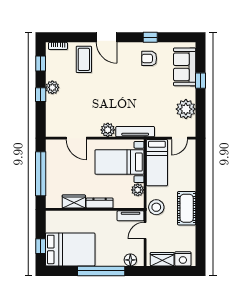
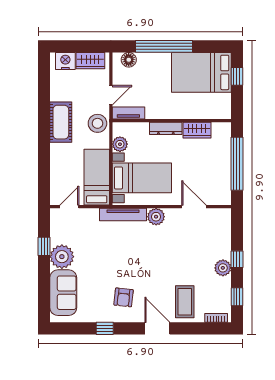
armchair: (149, 58) -> (124, 297), moved, turned 96
window: (201, 81) -> (44, 246), moved
plant: (186, 109) -> (62, 257), moved

